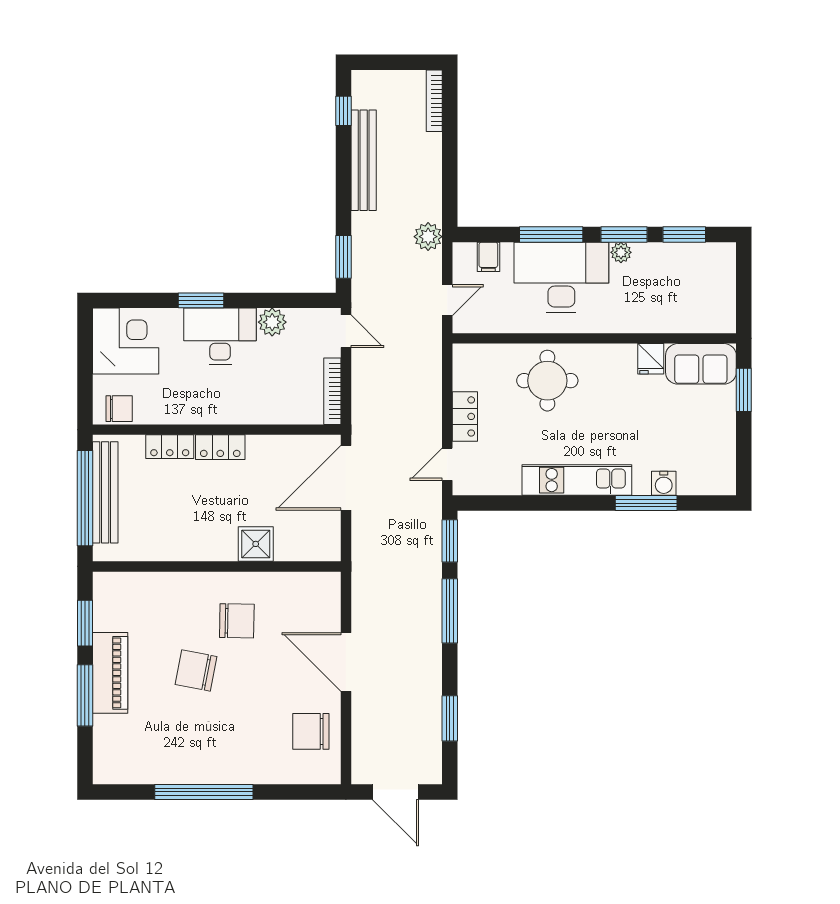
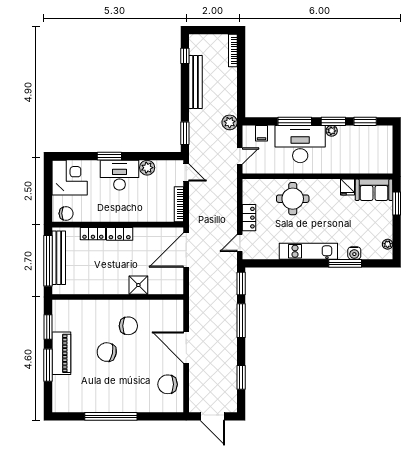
plant: (727, 467) -> (388, 244), added

